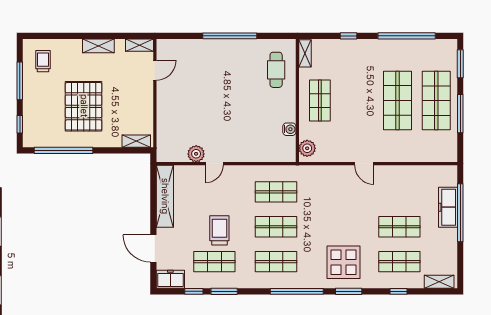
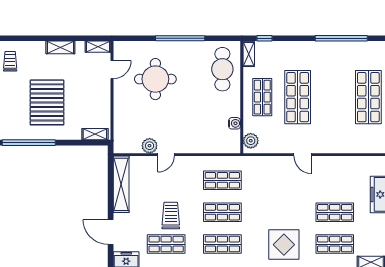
window: (349, 36) -> (264, 38), moved
cafe table: (276, 70) -> (222, 69), width x1.37, depth x1.35
round table: (203, 81) -> (155, 79), added
shop shelf: (397, 100) -> (298, 97), moved

